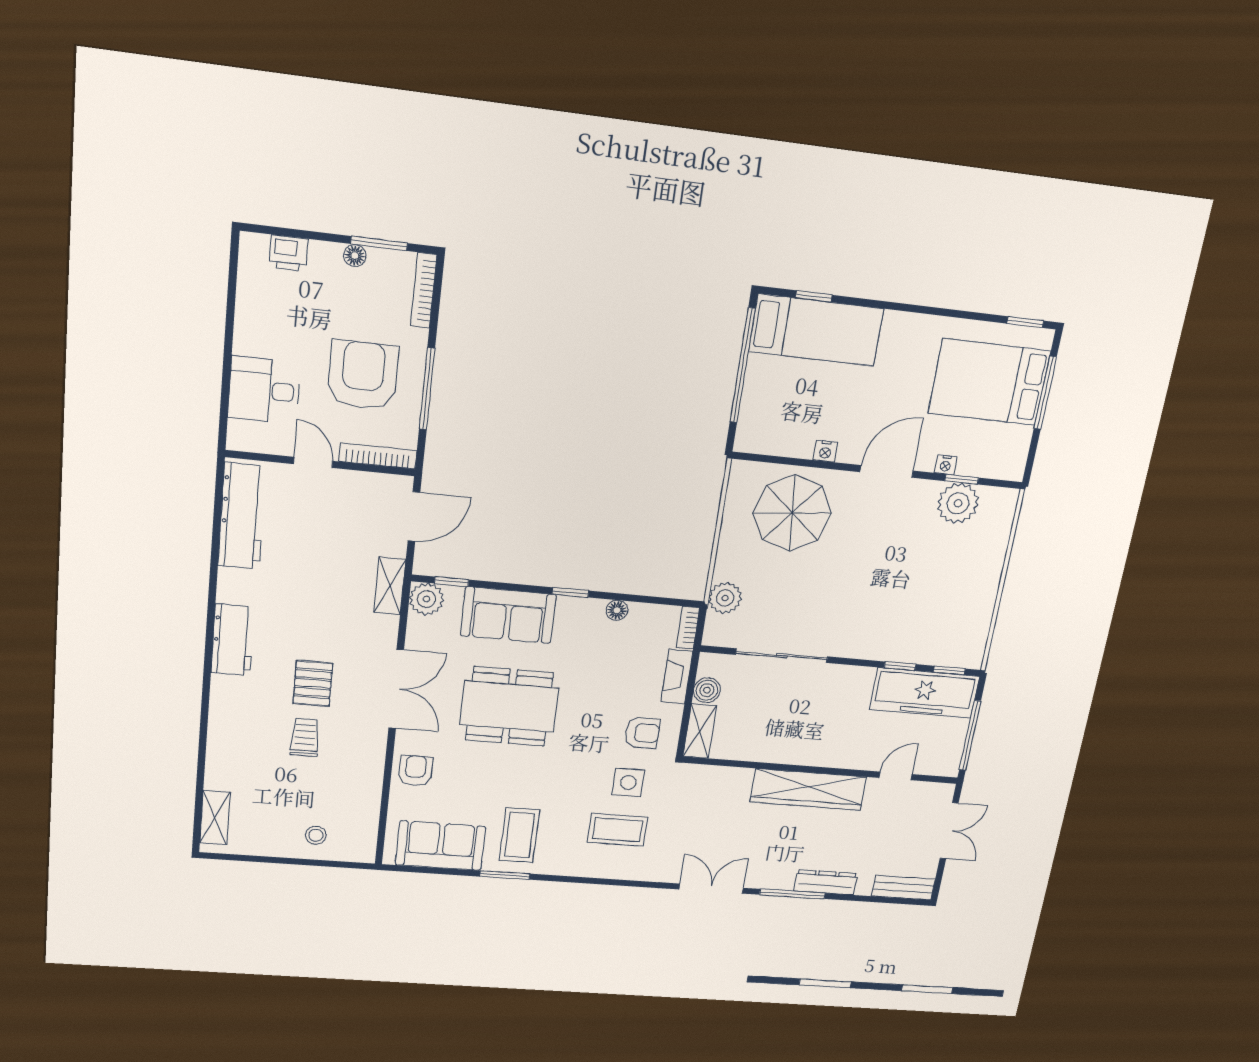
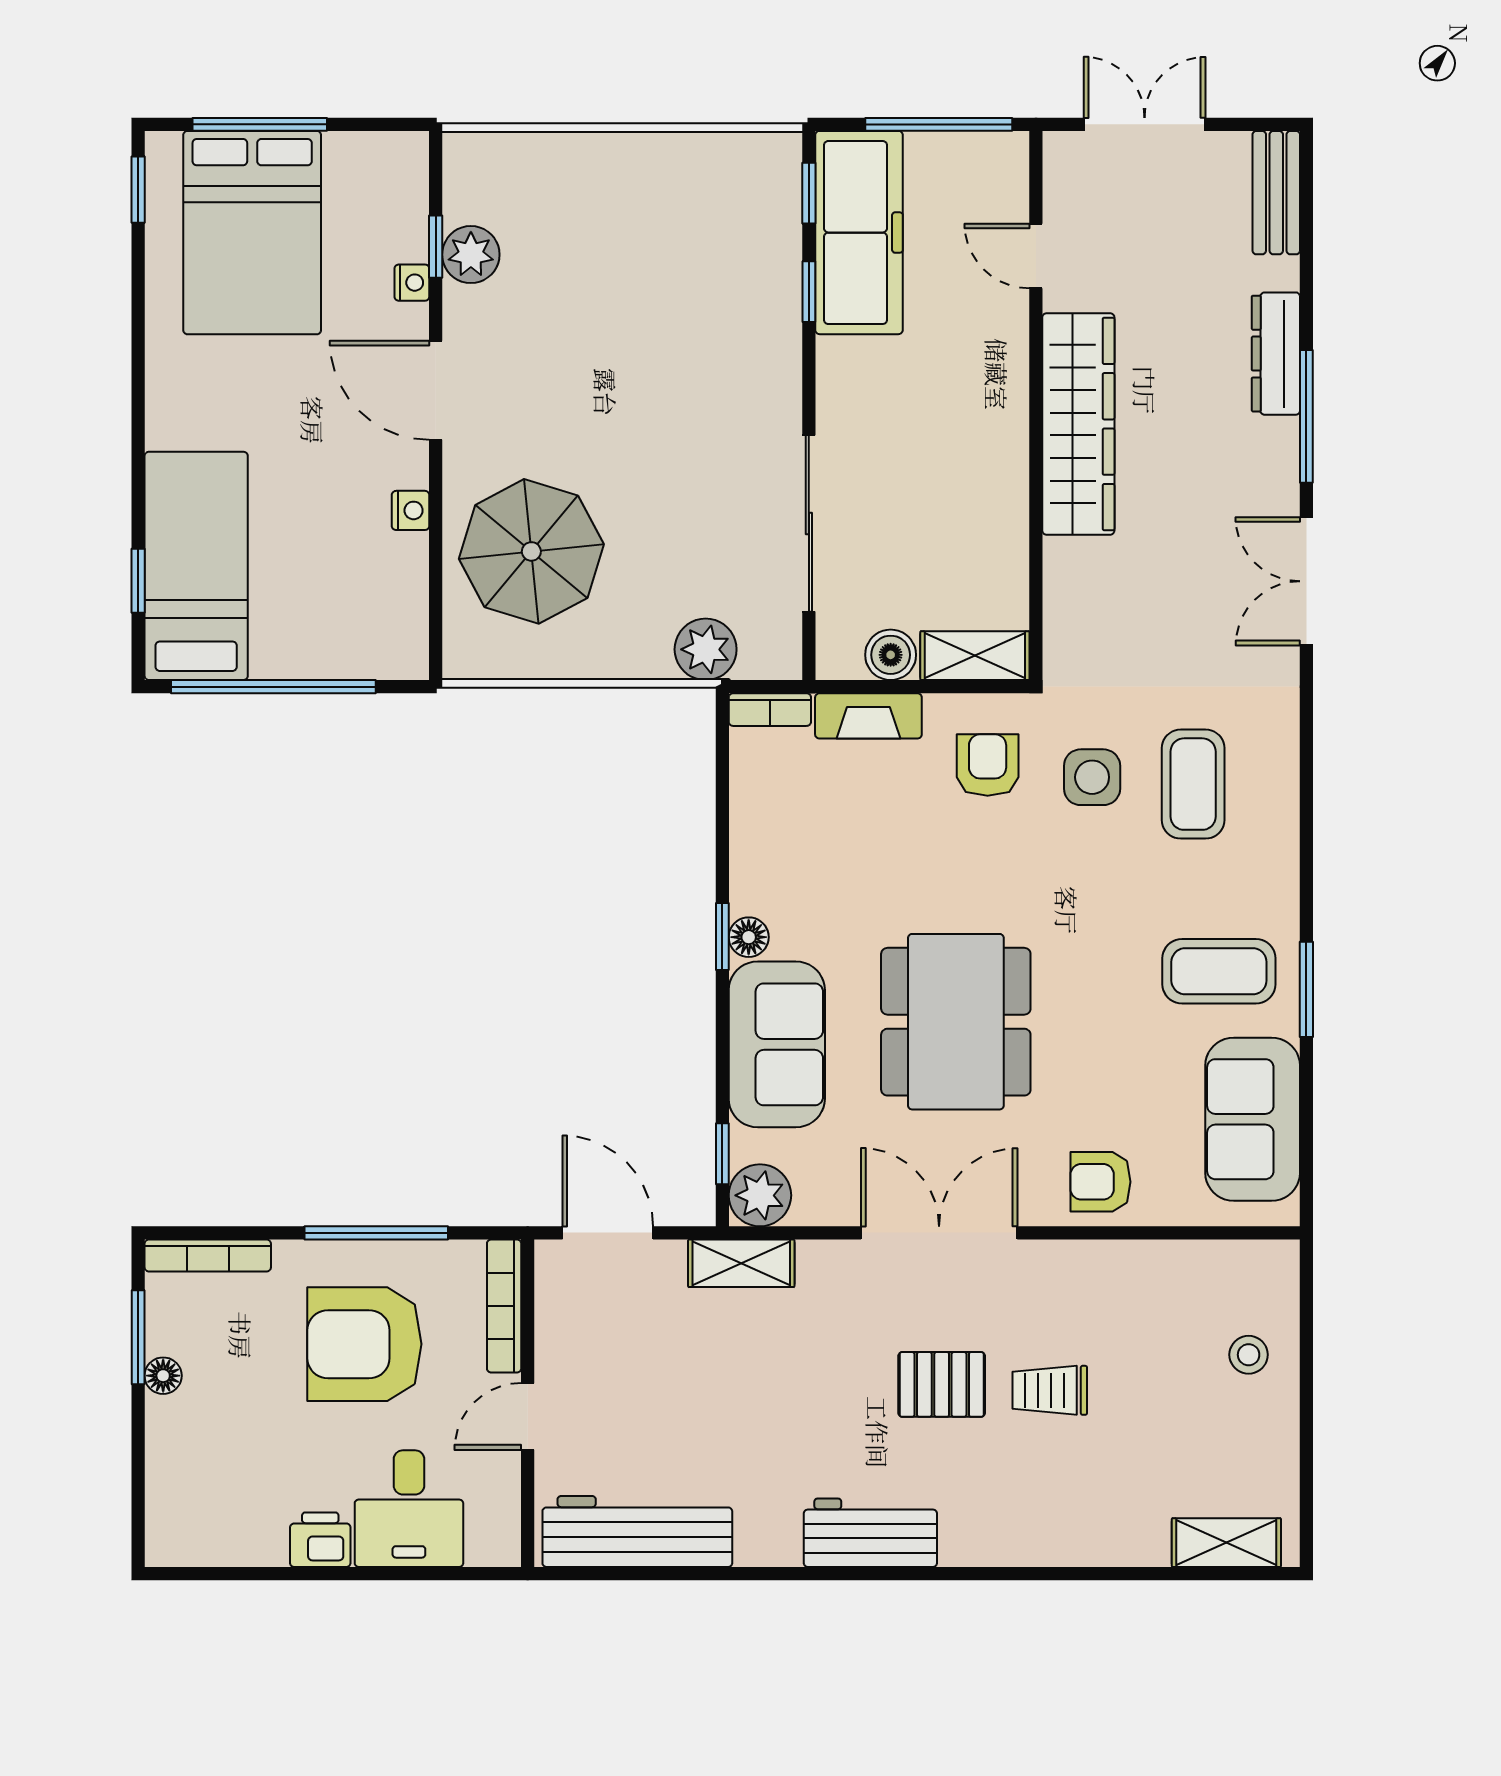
printer: (289, 253) -> (320, 1540), moved, turned -90
plant: (958, 503) -> (471, 255), width x0.73, depth x0.73
floor lamp: (617, 610) -> (749, 937), moved

